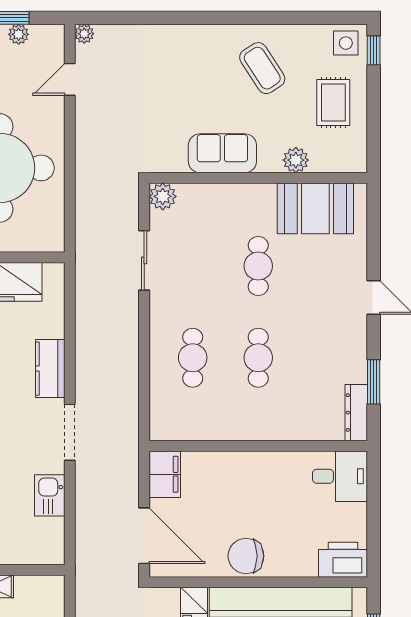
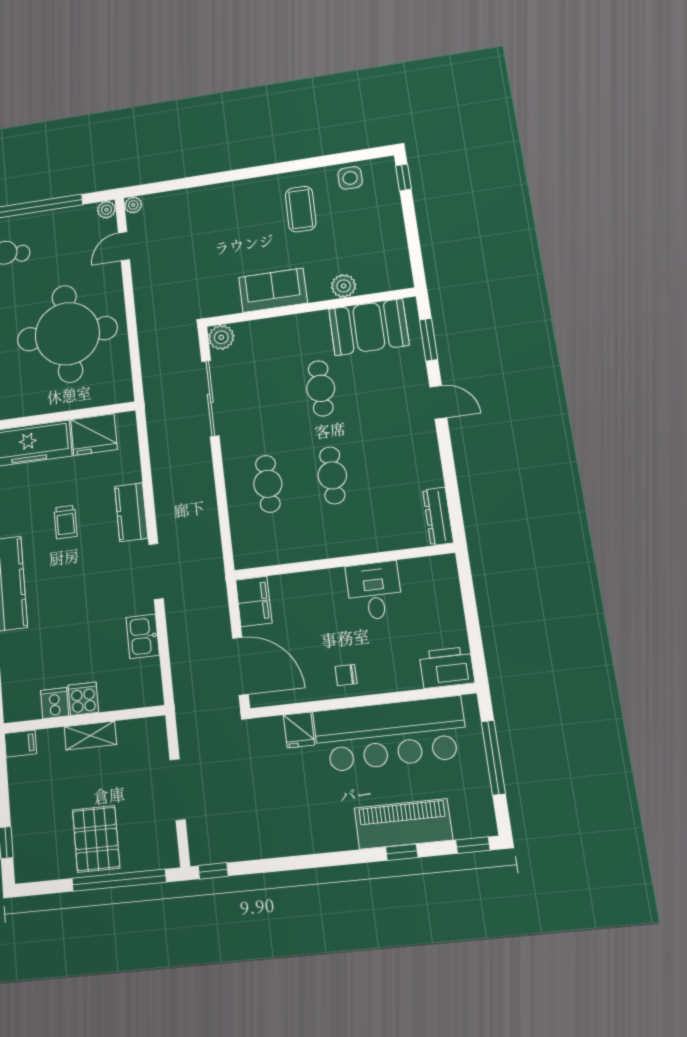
plant: (19, 34) -> (106, 210), moved
side table: (346, 43) -> (350, 178), moved
coffee table: (262, 68) -> (301, 209), turned 34
rug: (333, 102) -> (372, 229), removed
sliding door: (144, 260) -> (210, 398), width x1.37
window: (374, 382) -> (429, 340), moved
desk: (340, 476) -> (374, 591), moved, turned -90
chair: (246, 556) -> (346, 675), width x0.54, depth x0.54

